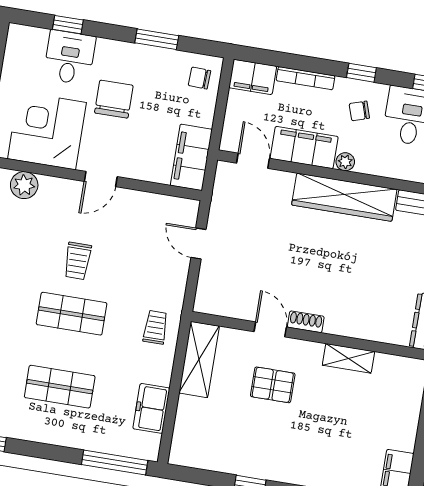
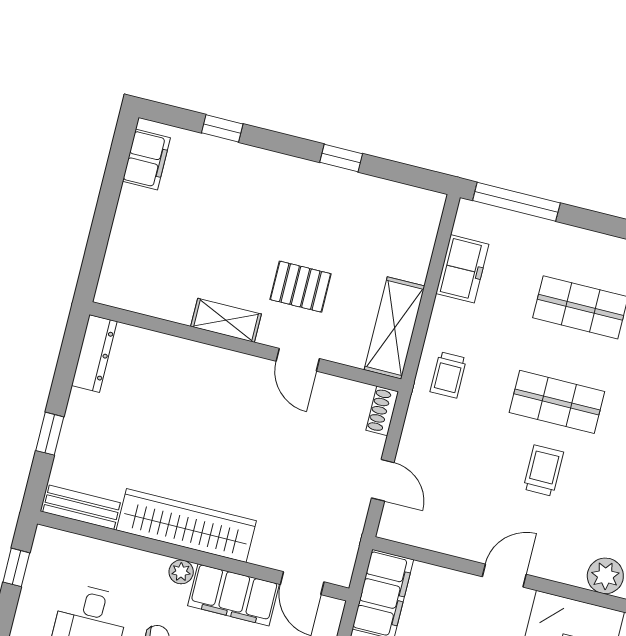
shoe rack: (306, 322) -> (382, 411), moved, turned 90
shelving: (349, 358) -> (226, 320), moved

